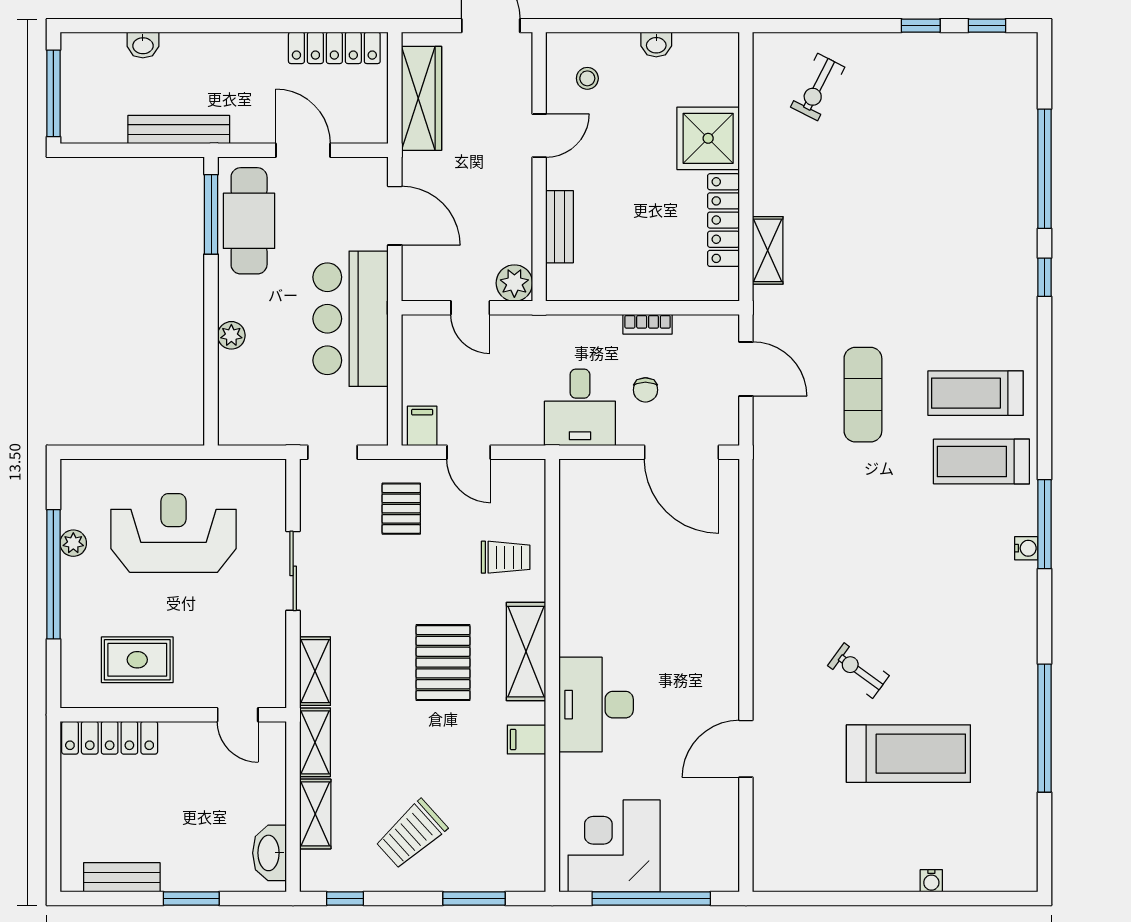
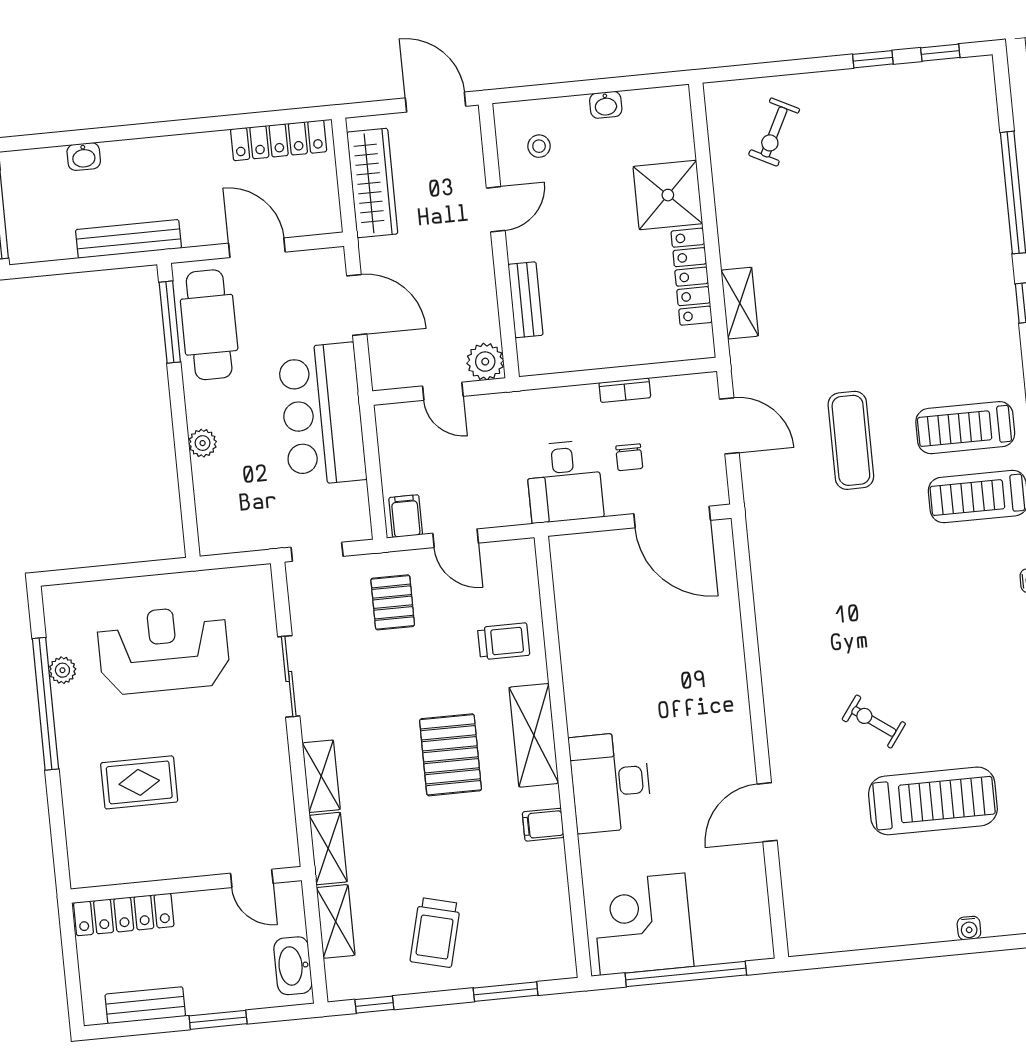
wall: (173, 715) -> (186, 885), moved
door: (238, 715) -> (252, 878), moved
locker: (110, 738) -> (124, 915), moved
trolley: (411, 834) -> (435, 932), turned -34

